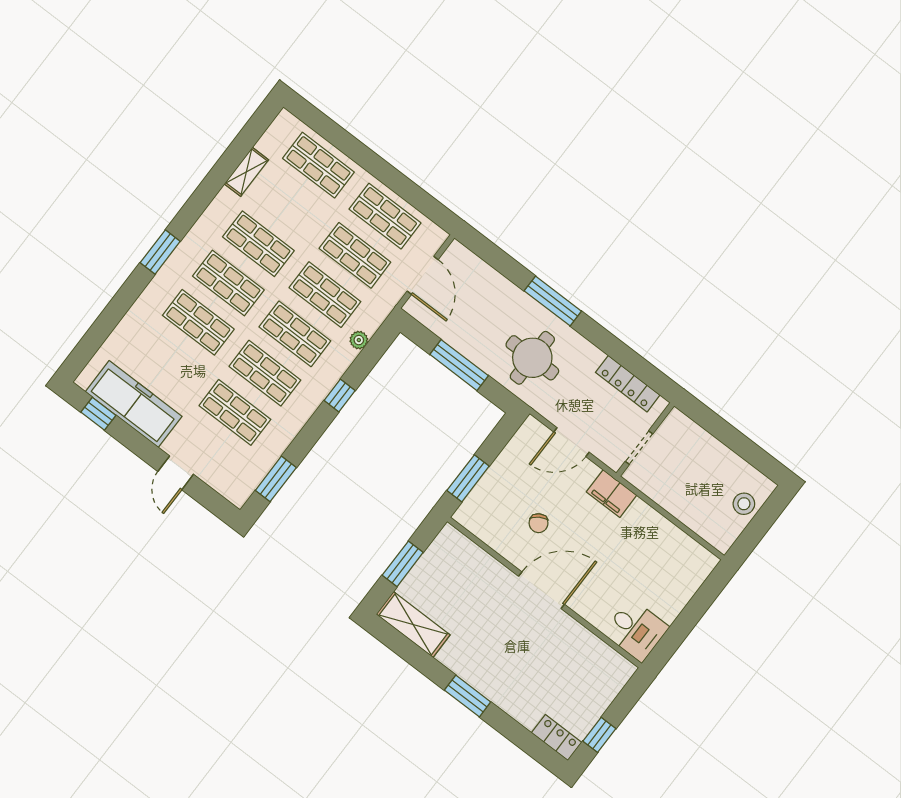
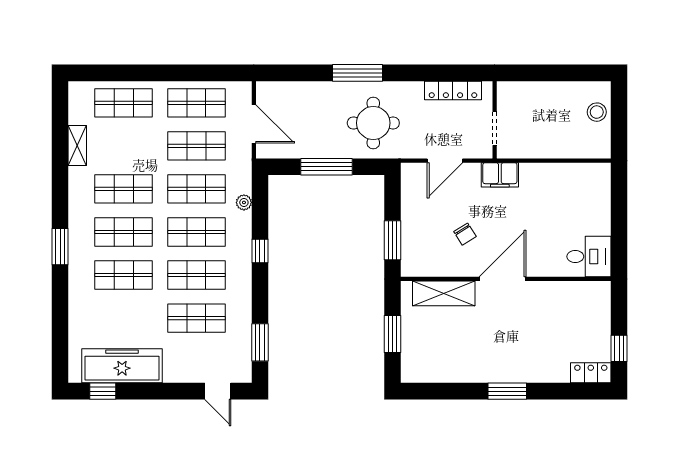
door: (176, 473) -> (218, 391), moved
shelving: (413, 625) -> (444, 293), moved

